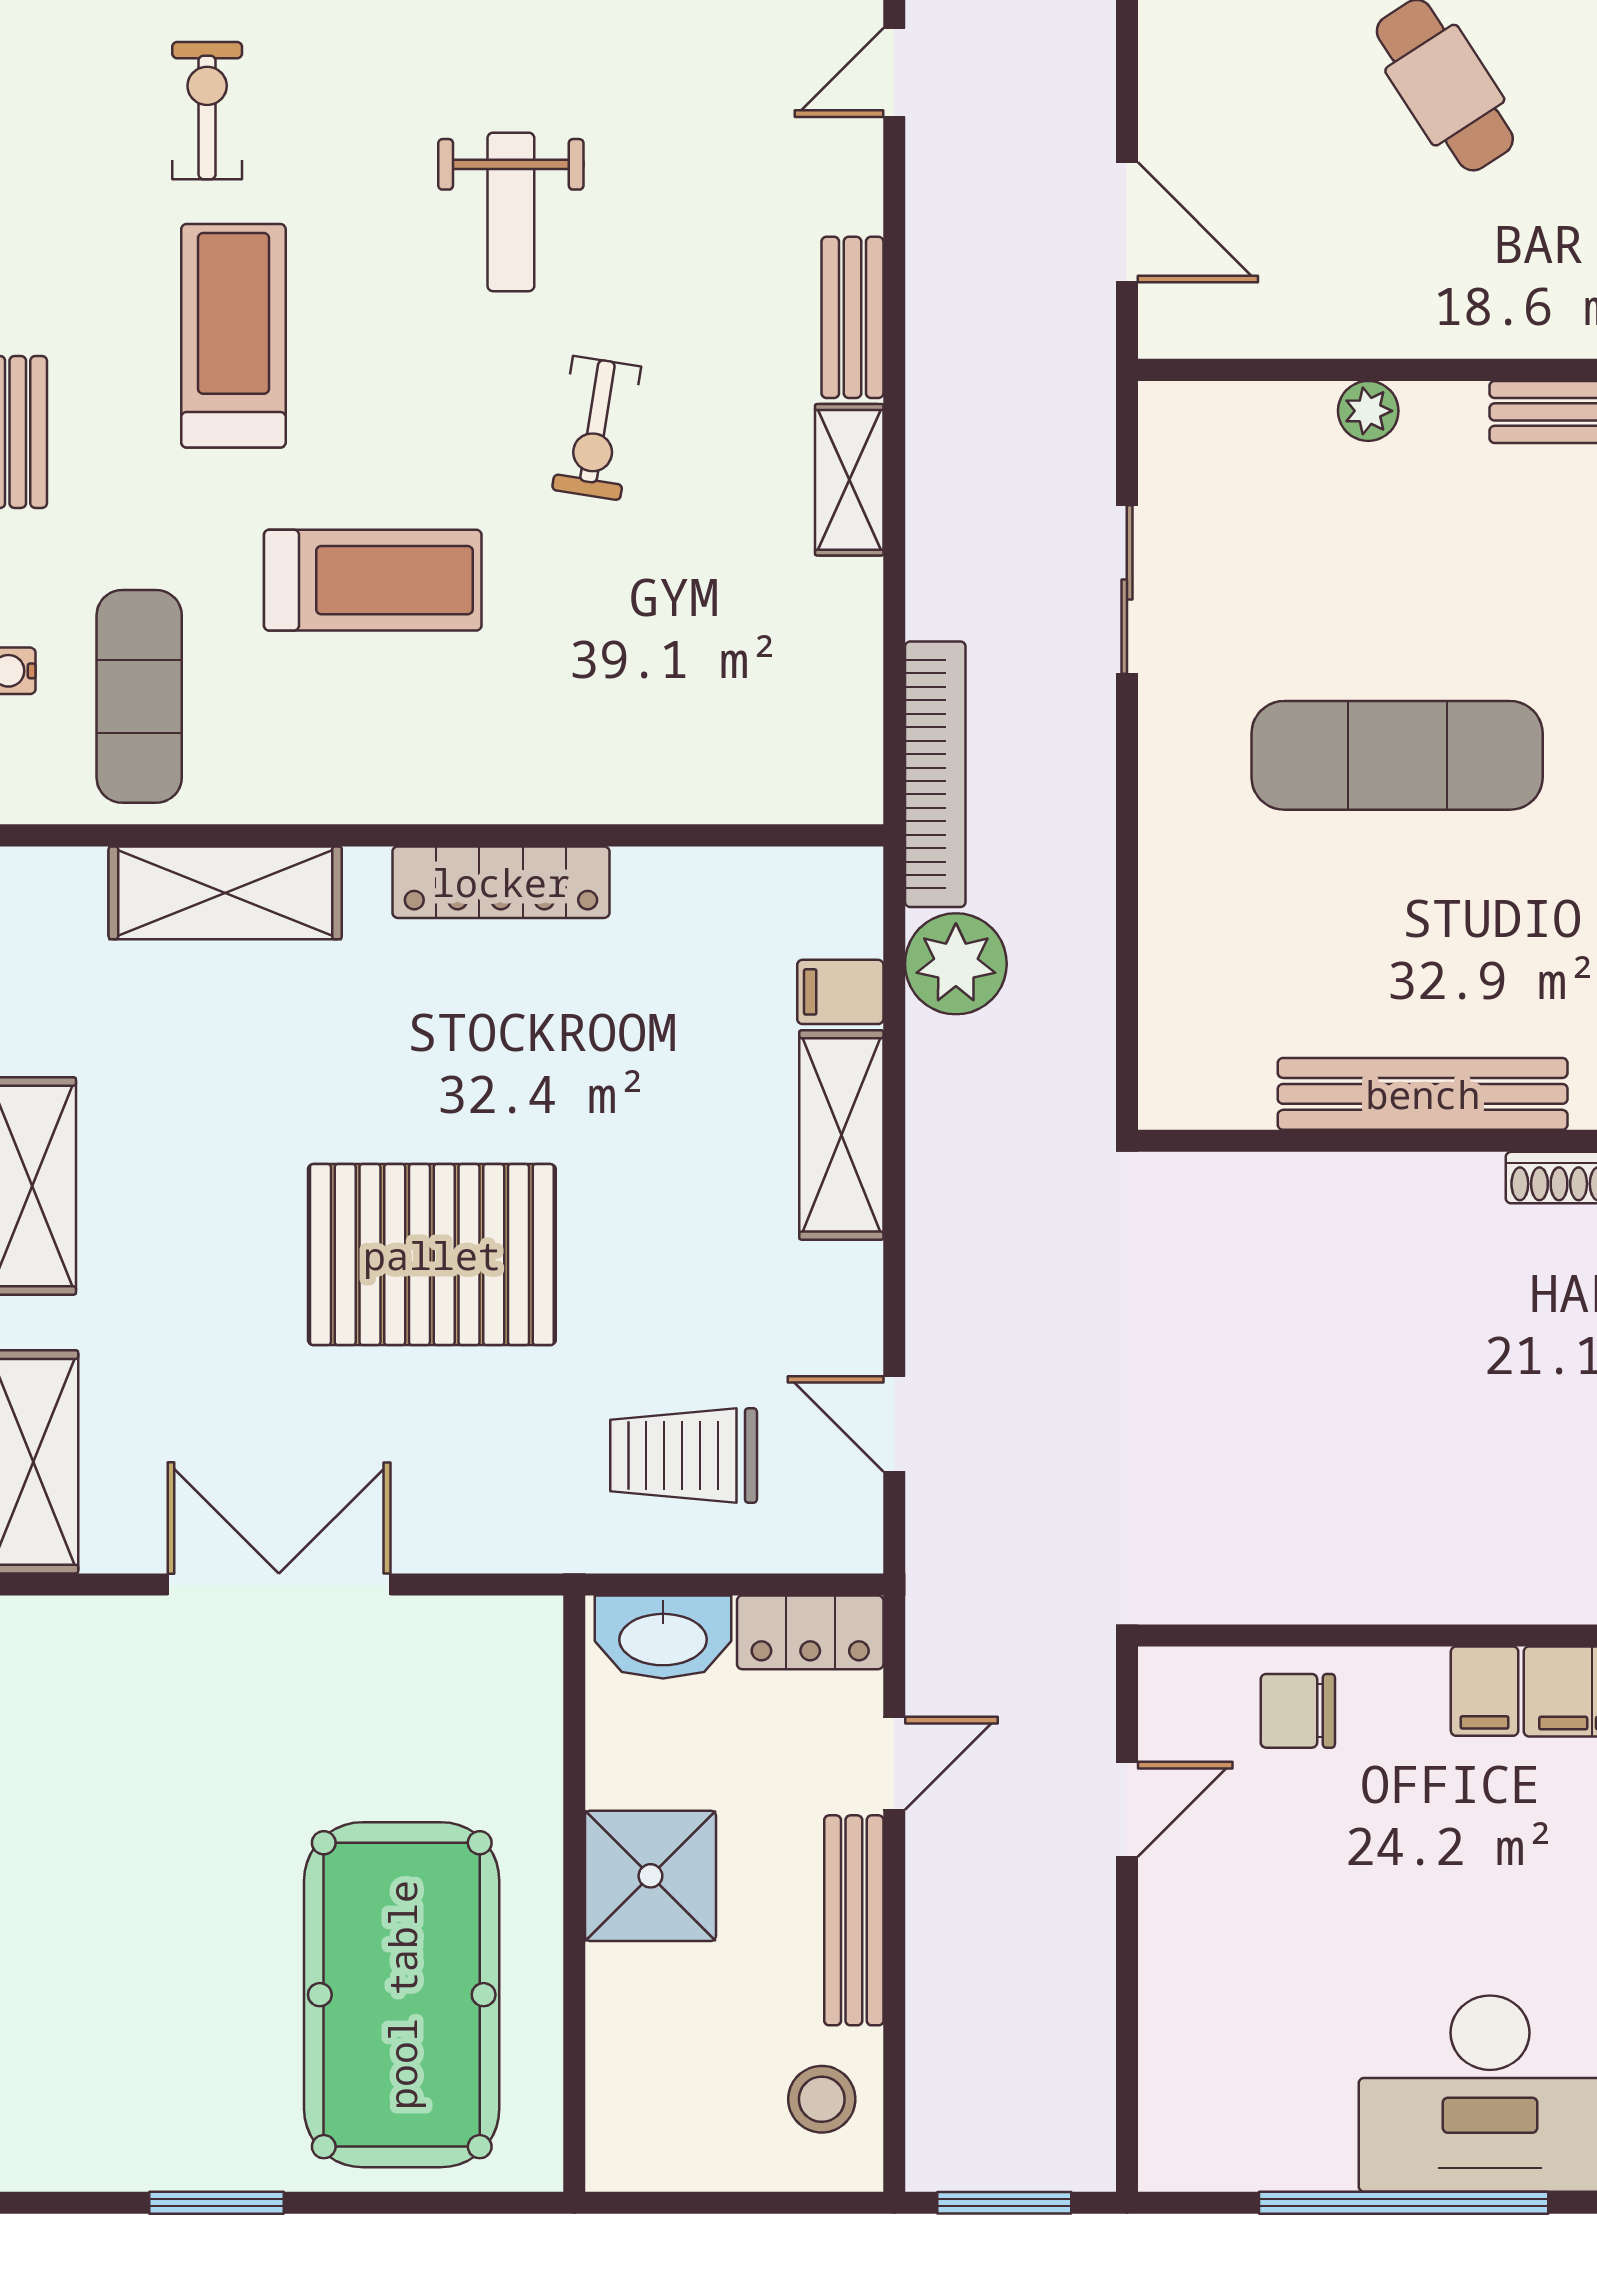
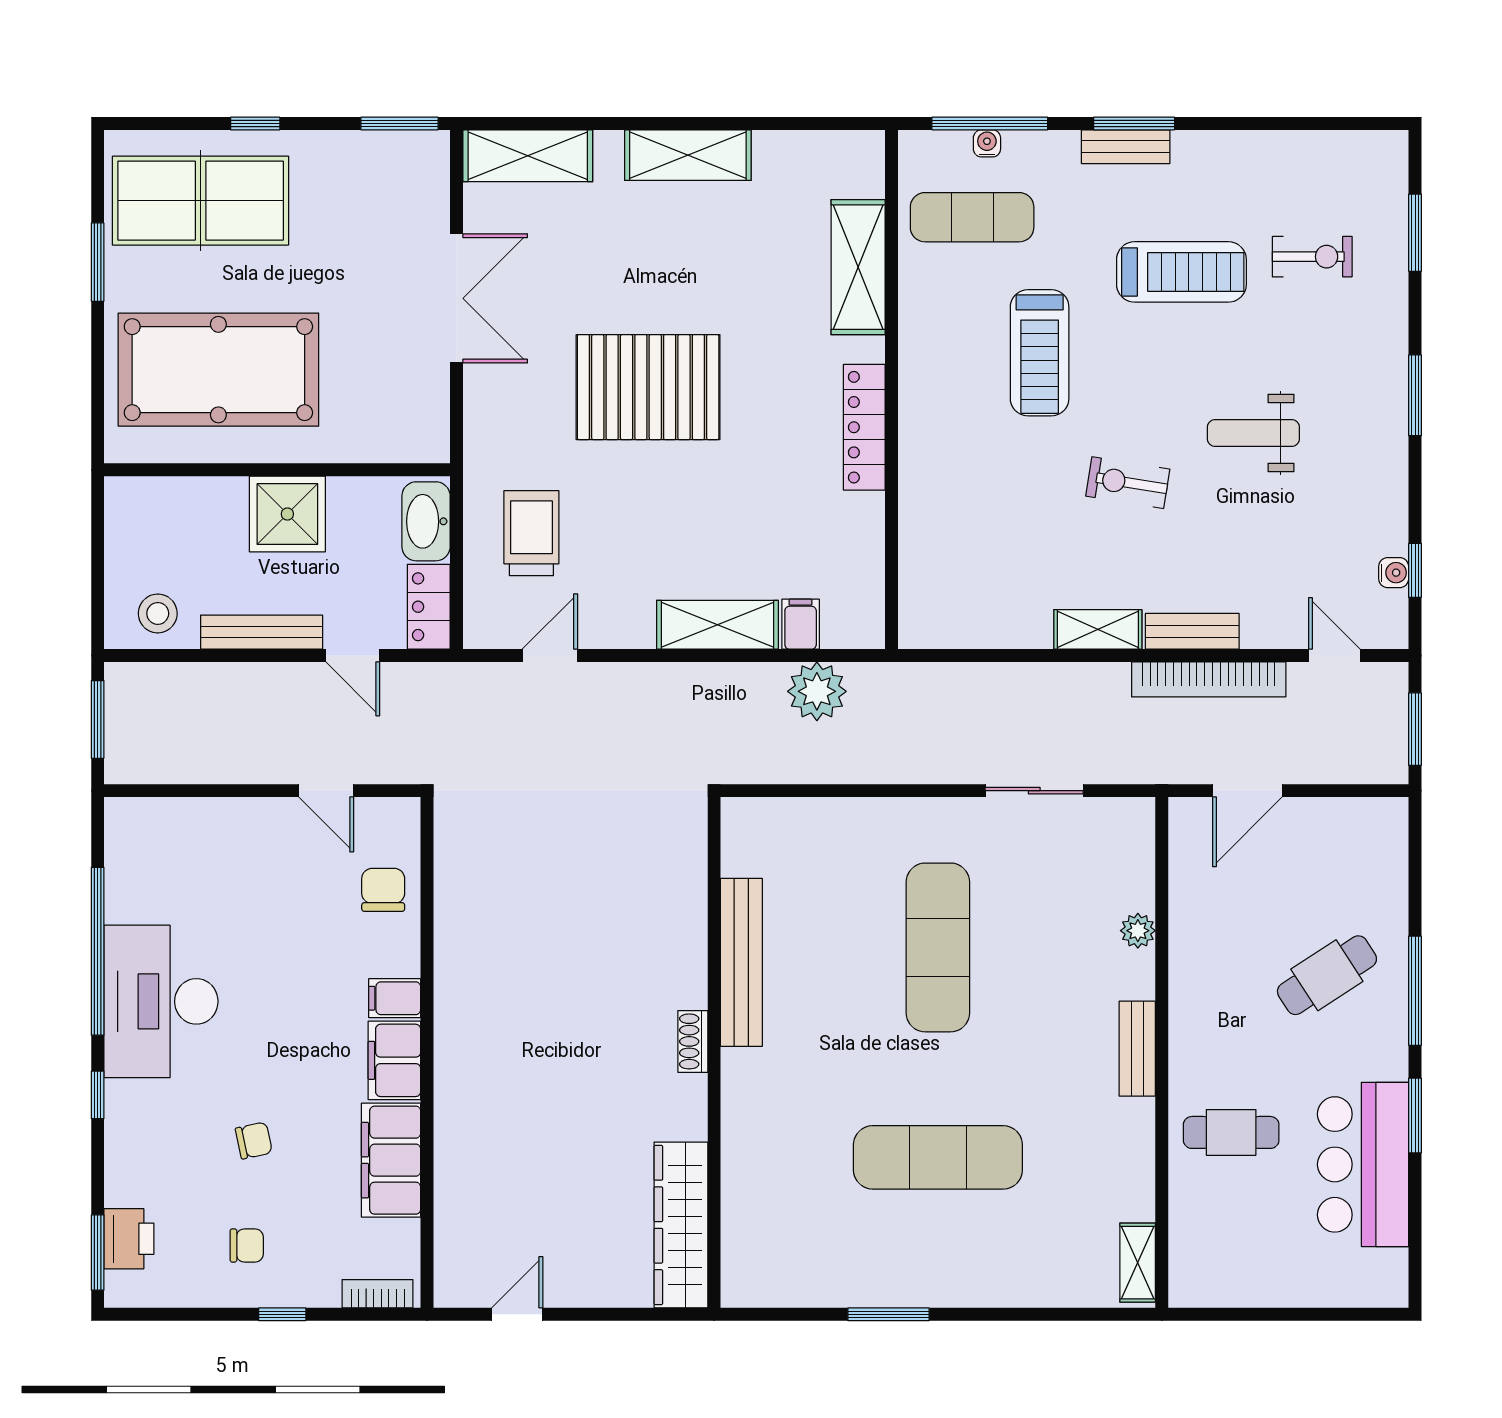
bookcase: (935, 774) -> (1209, 679), moved
pallet: (432, 1255) -> (648, 387), turned 90
table tennis table: (111, 2025) -> (201, 201), added

